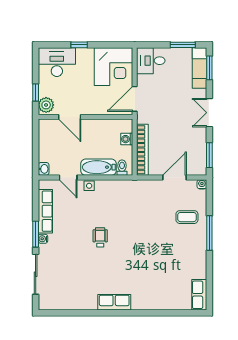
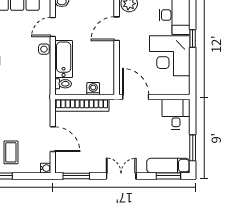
corner desk: (114, 67) -> (170, 56), moved

